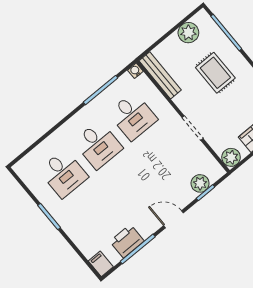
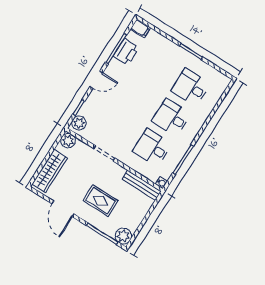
plant: (188, 33) -> (123, 236), moved
plant: (200, 183) -> (79, 123), moved

